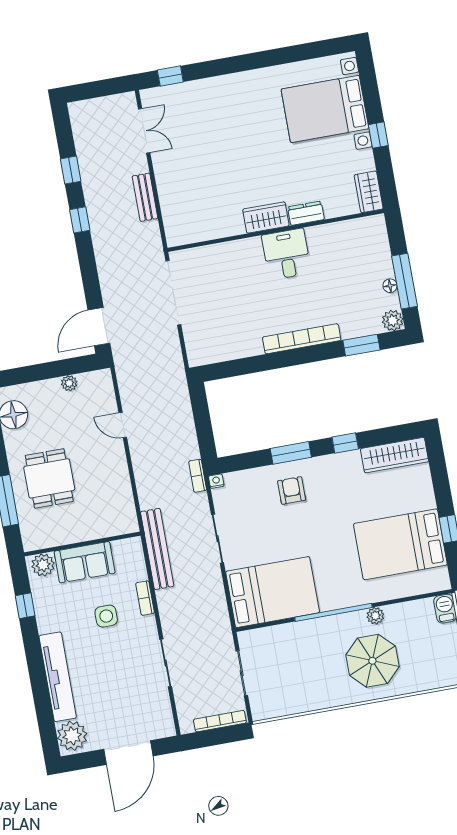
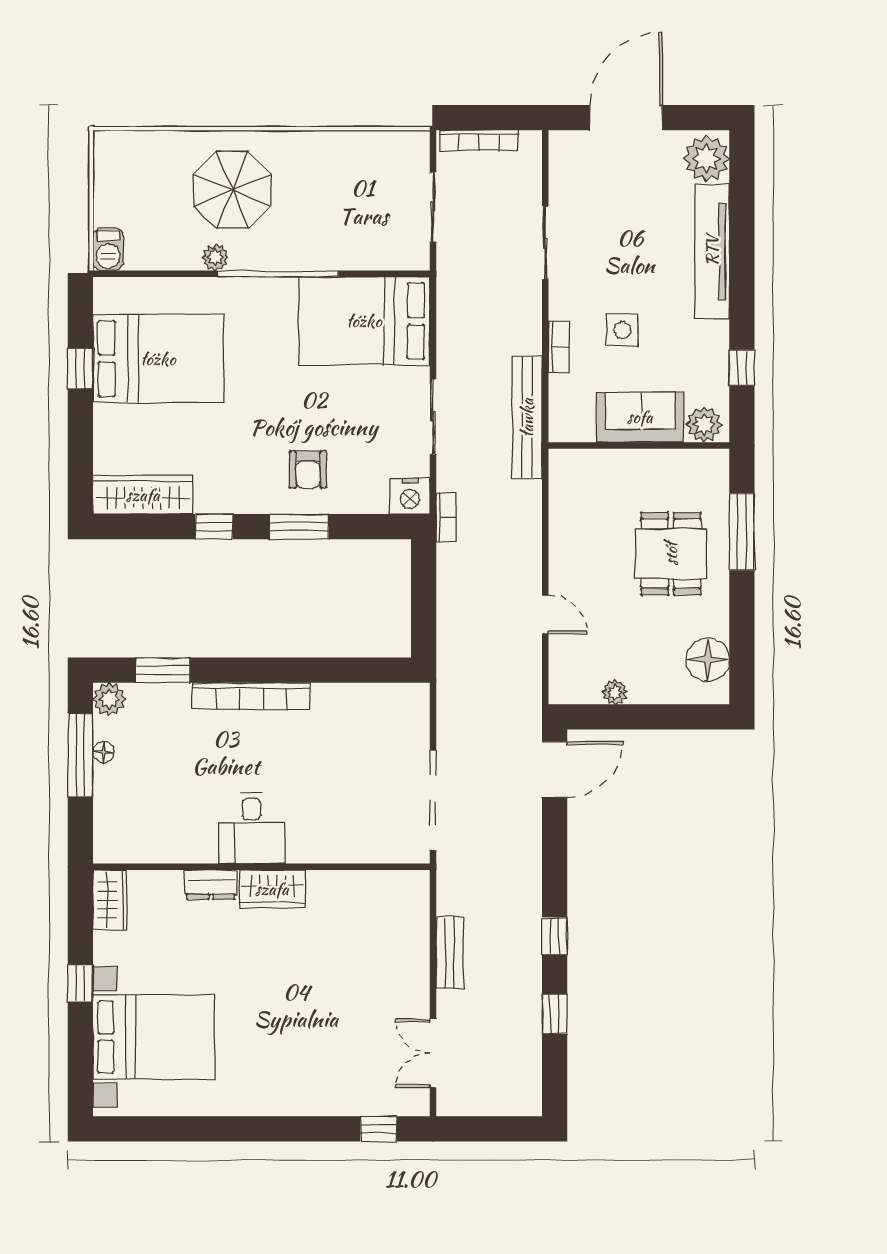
nightstand: (216, 481) -> (410, 496), width x1.89, depth x1.79

